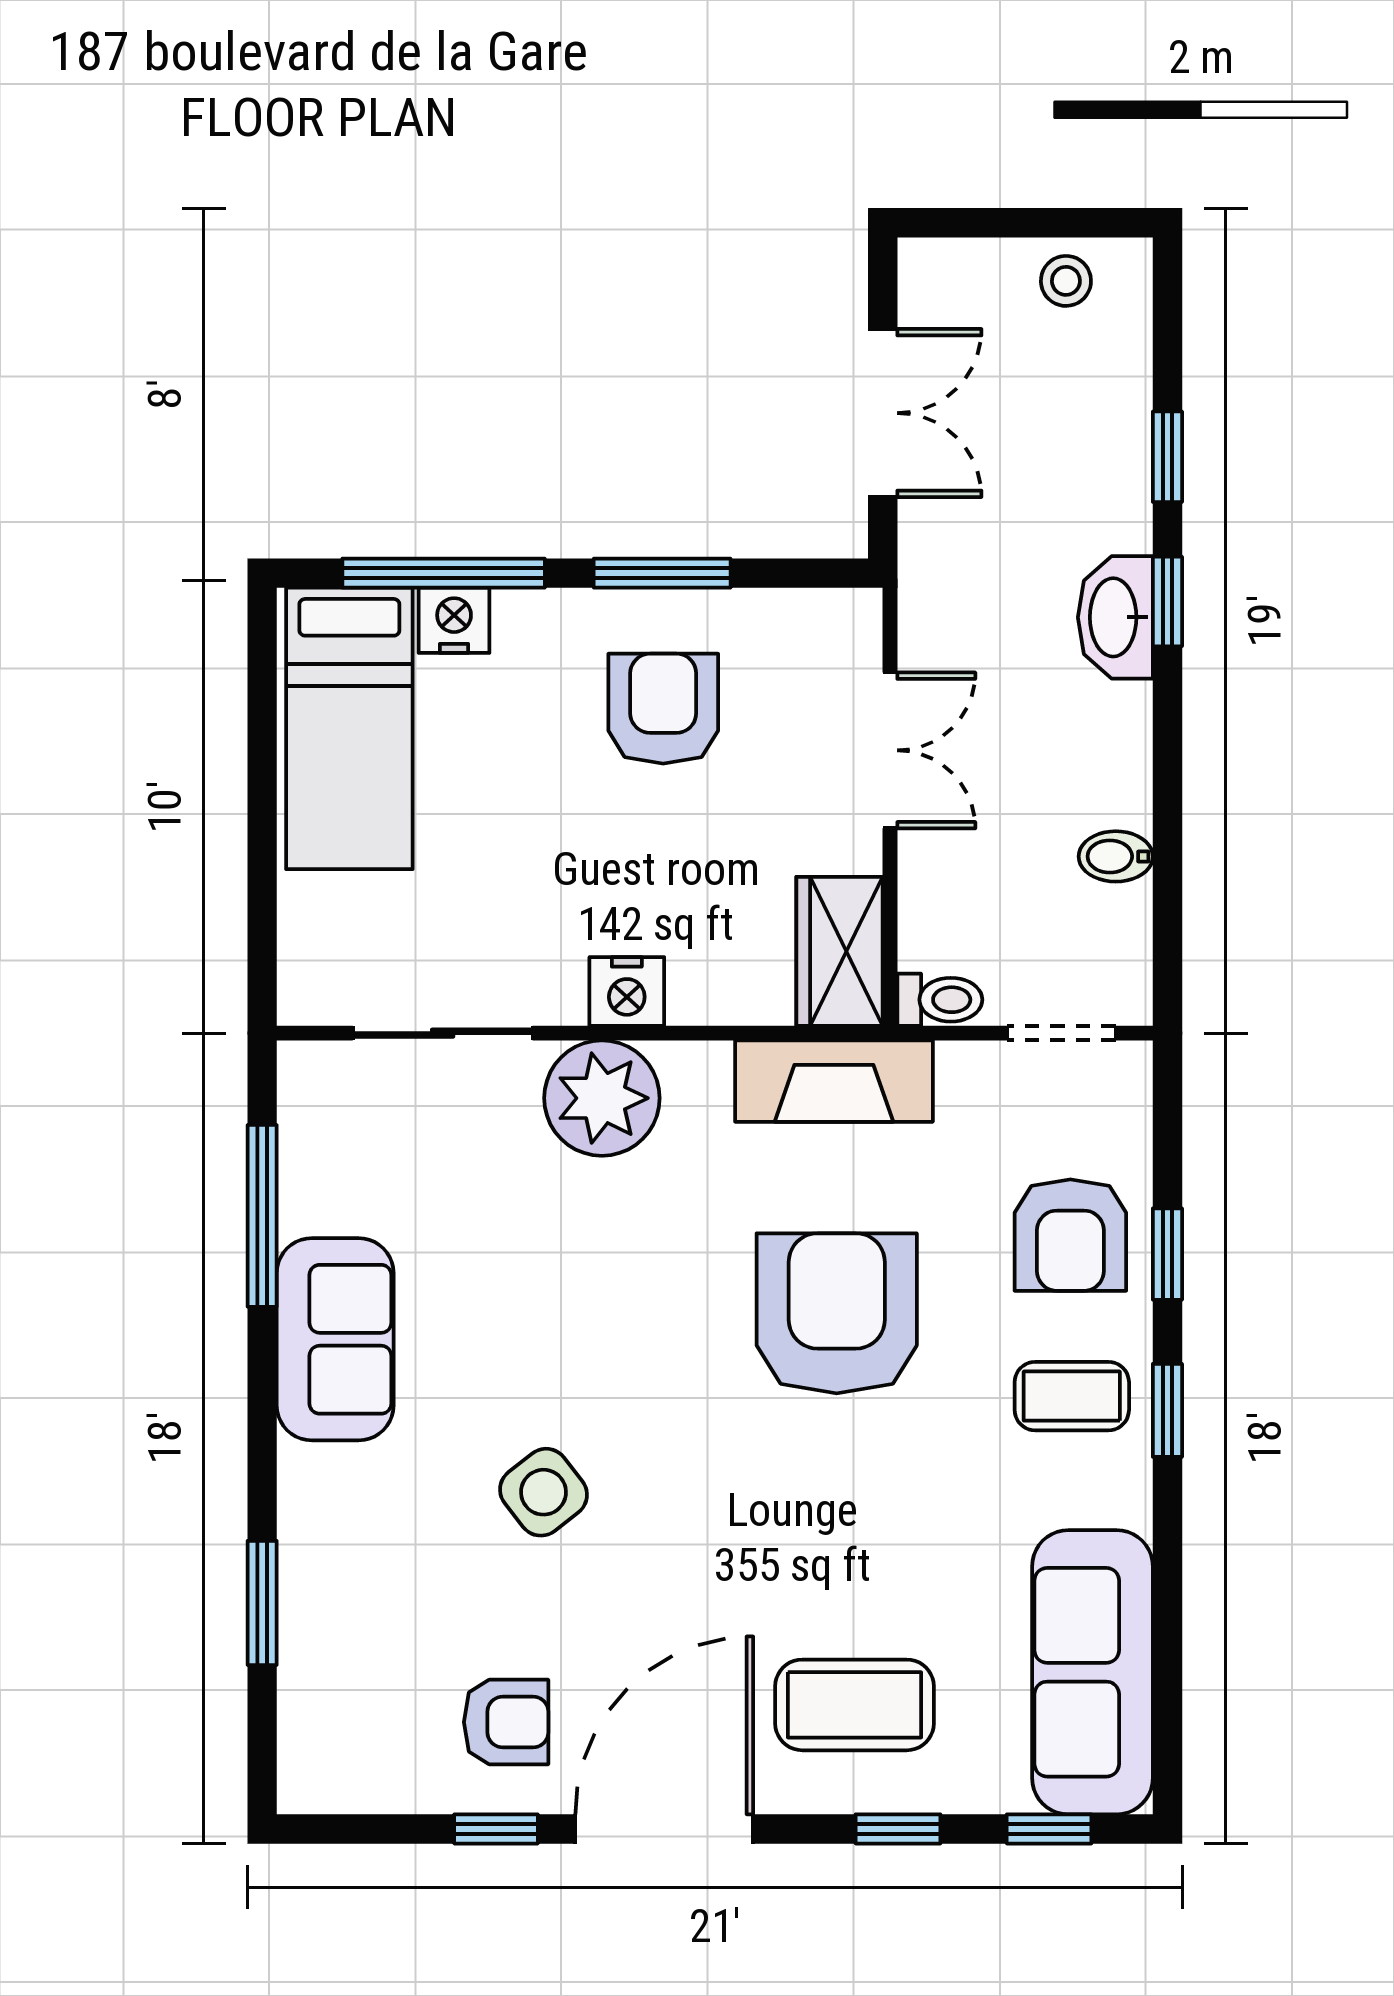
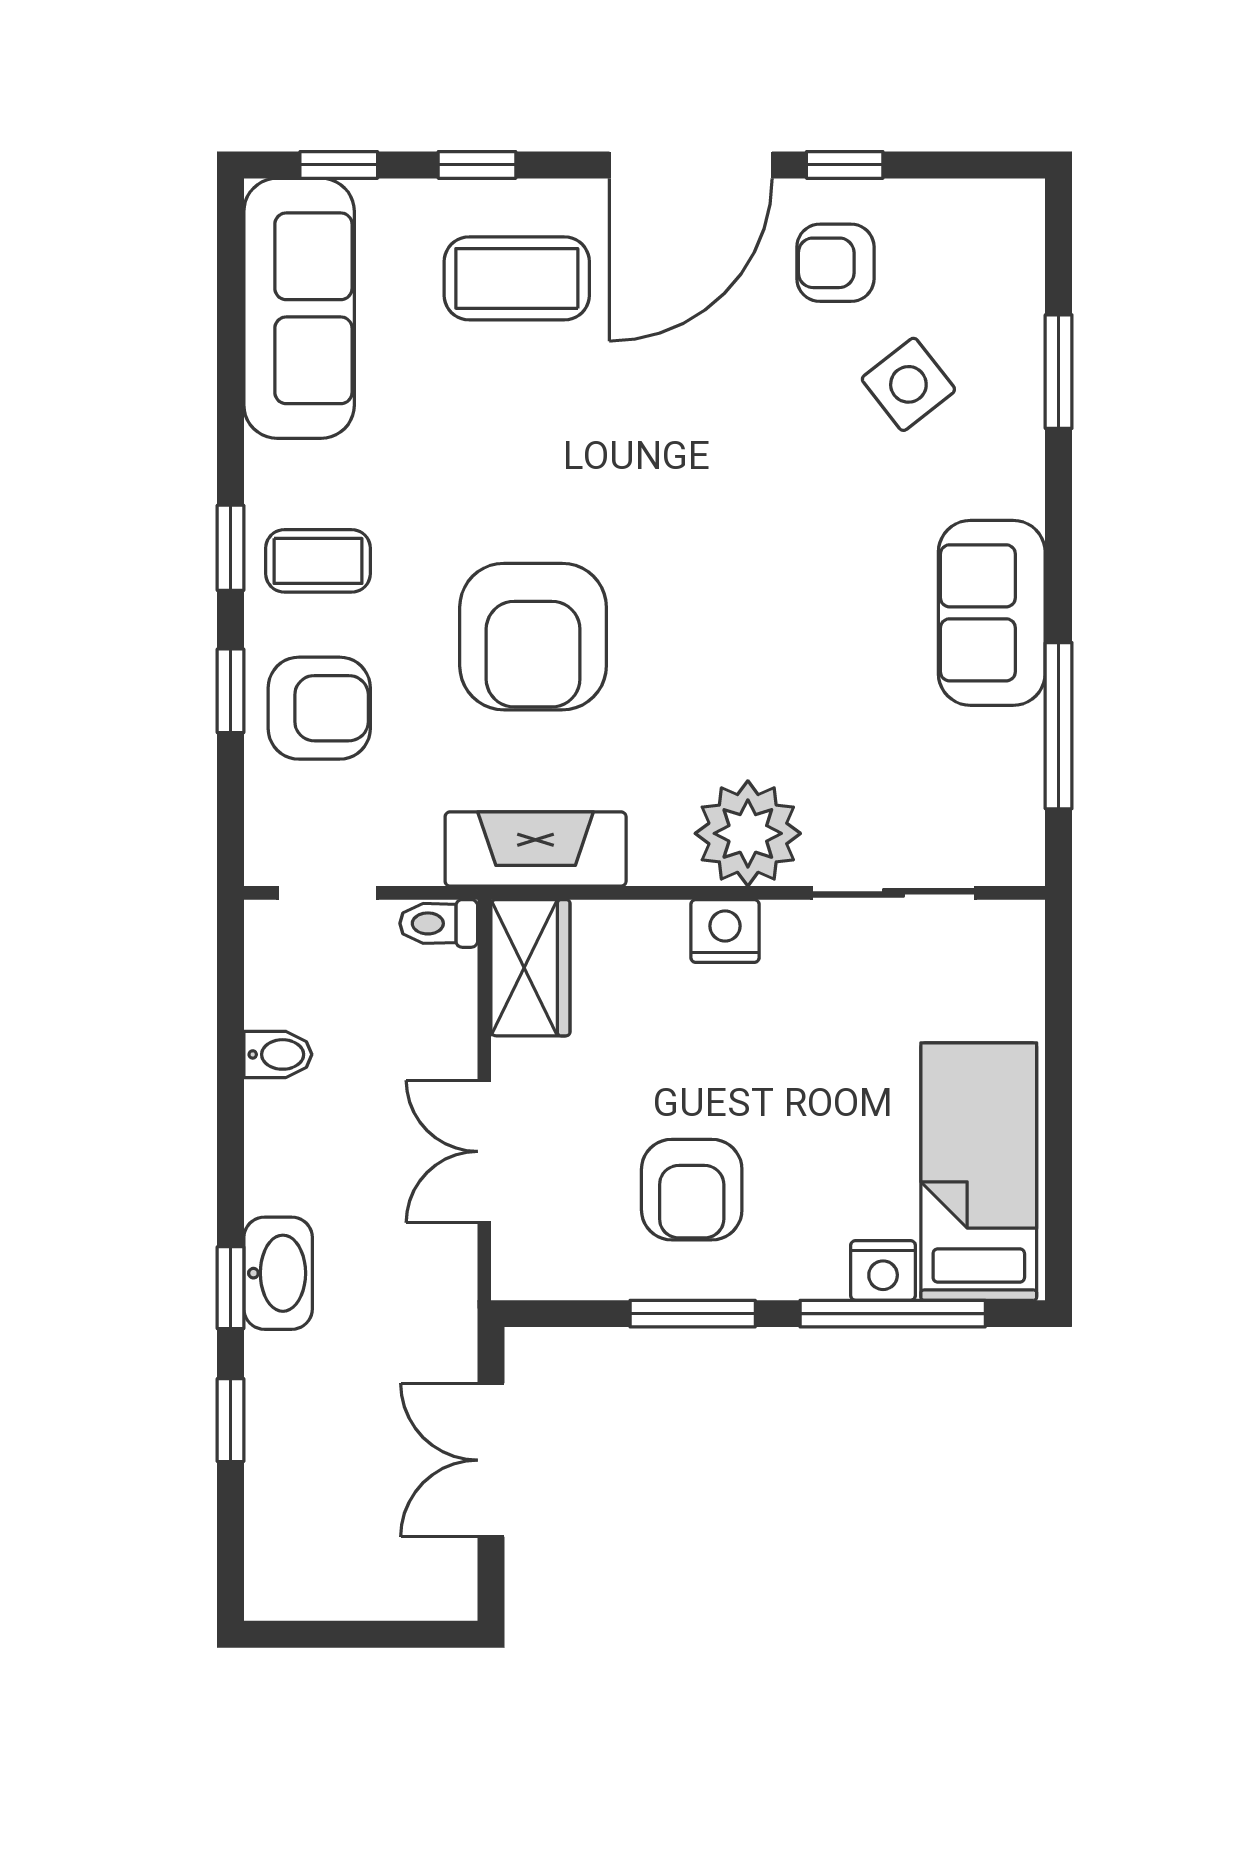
stool: (1066, 281) -> (323, 1581), removed
armchair: (1070, 1235) -> (319, 708), turned 90
side table: (544, 1492) -> (908, 384), moved

